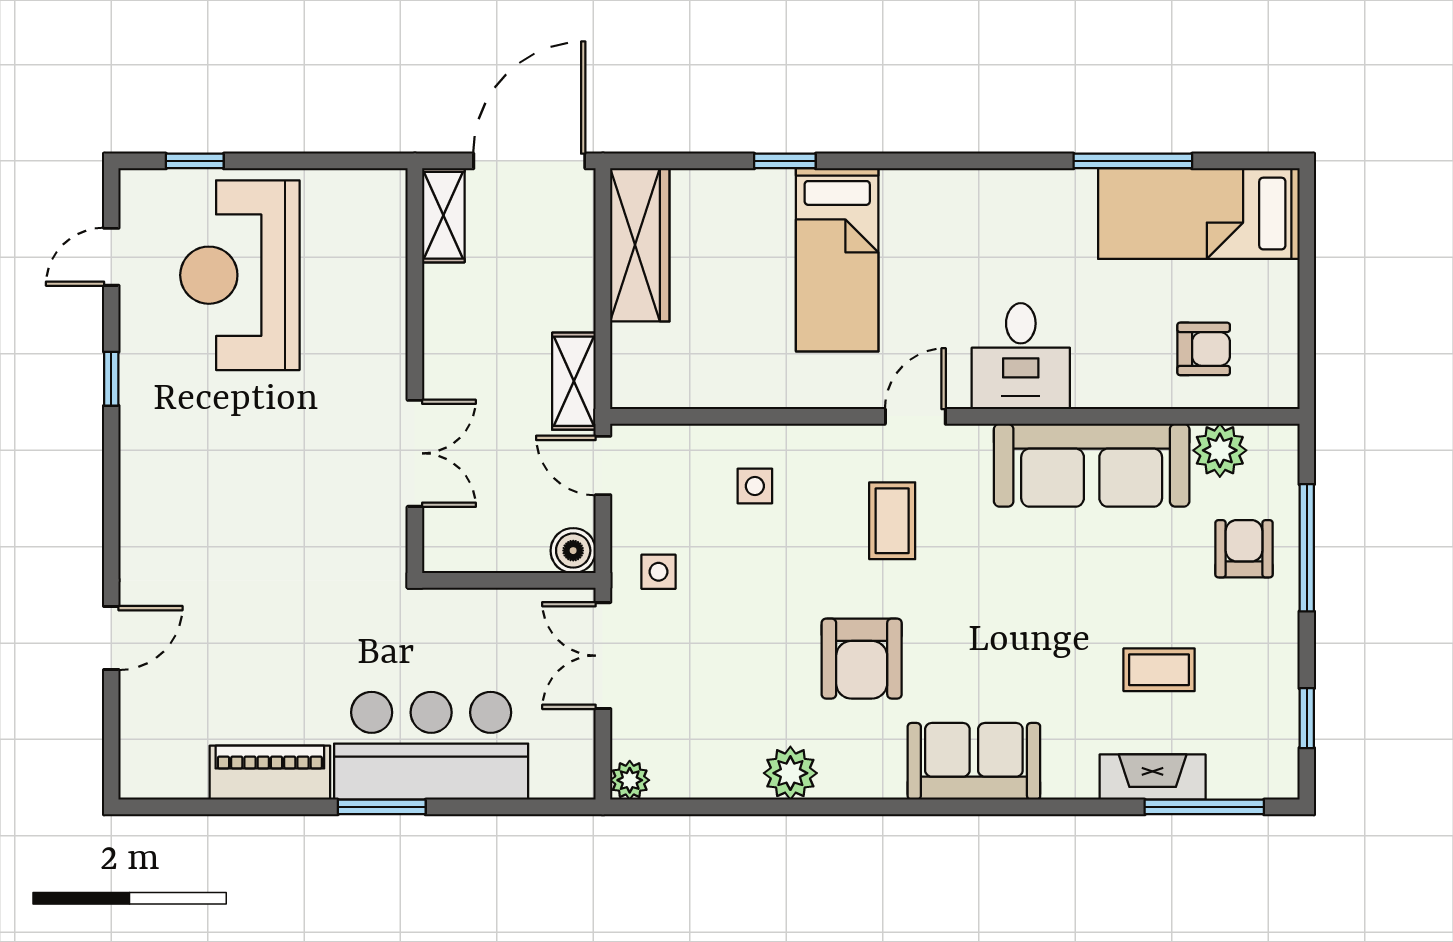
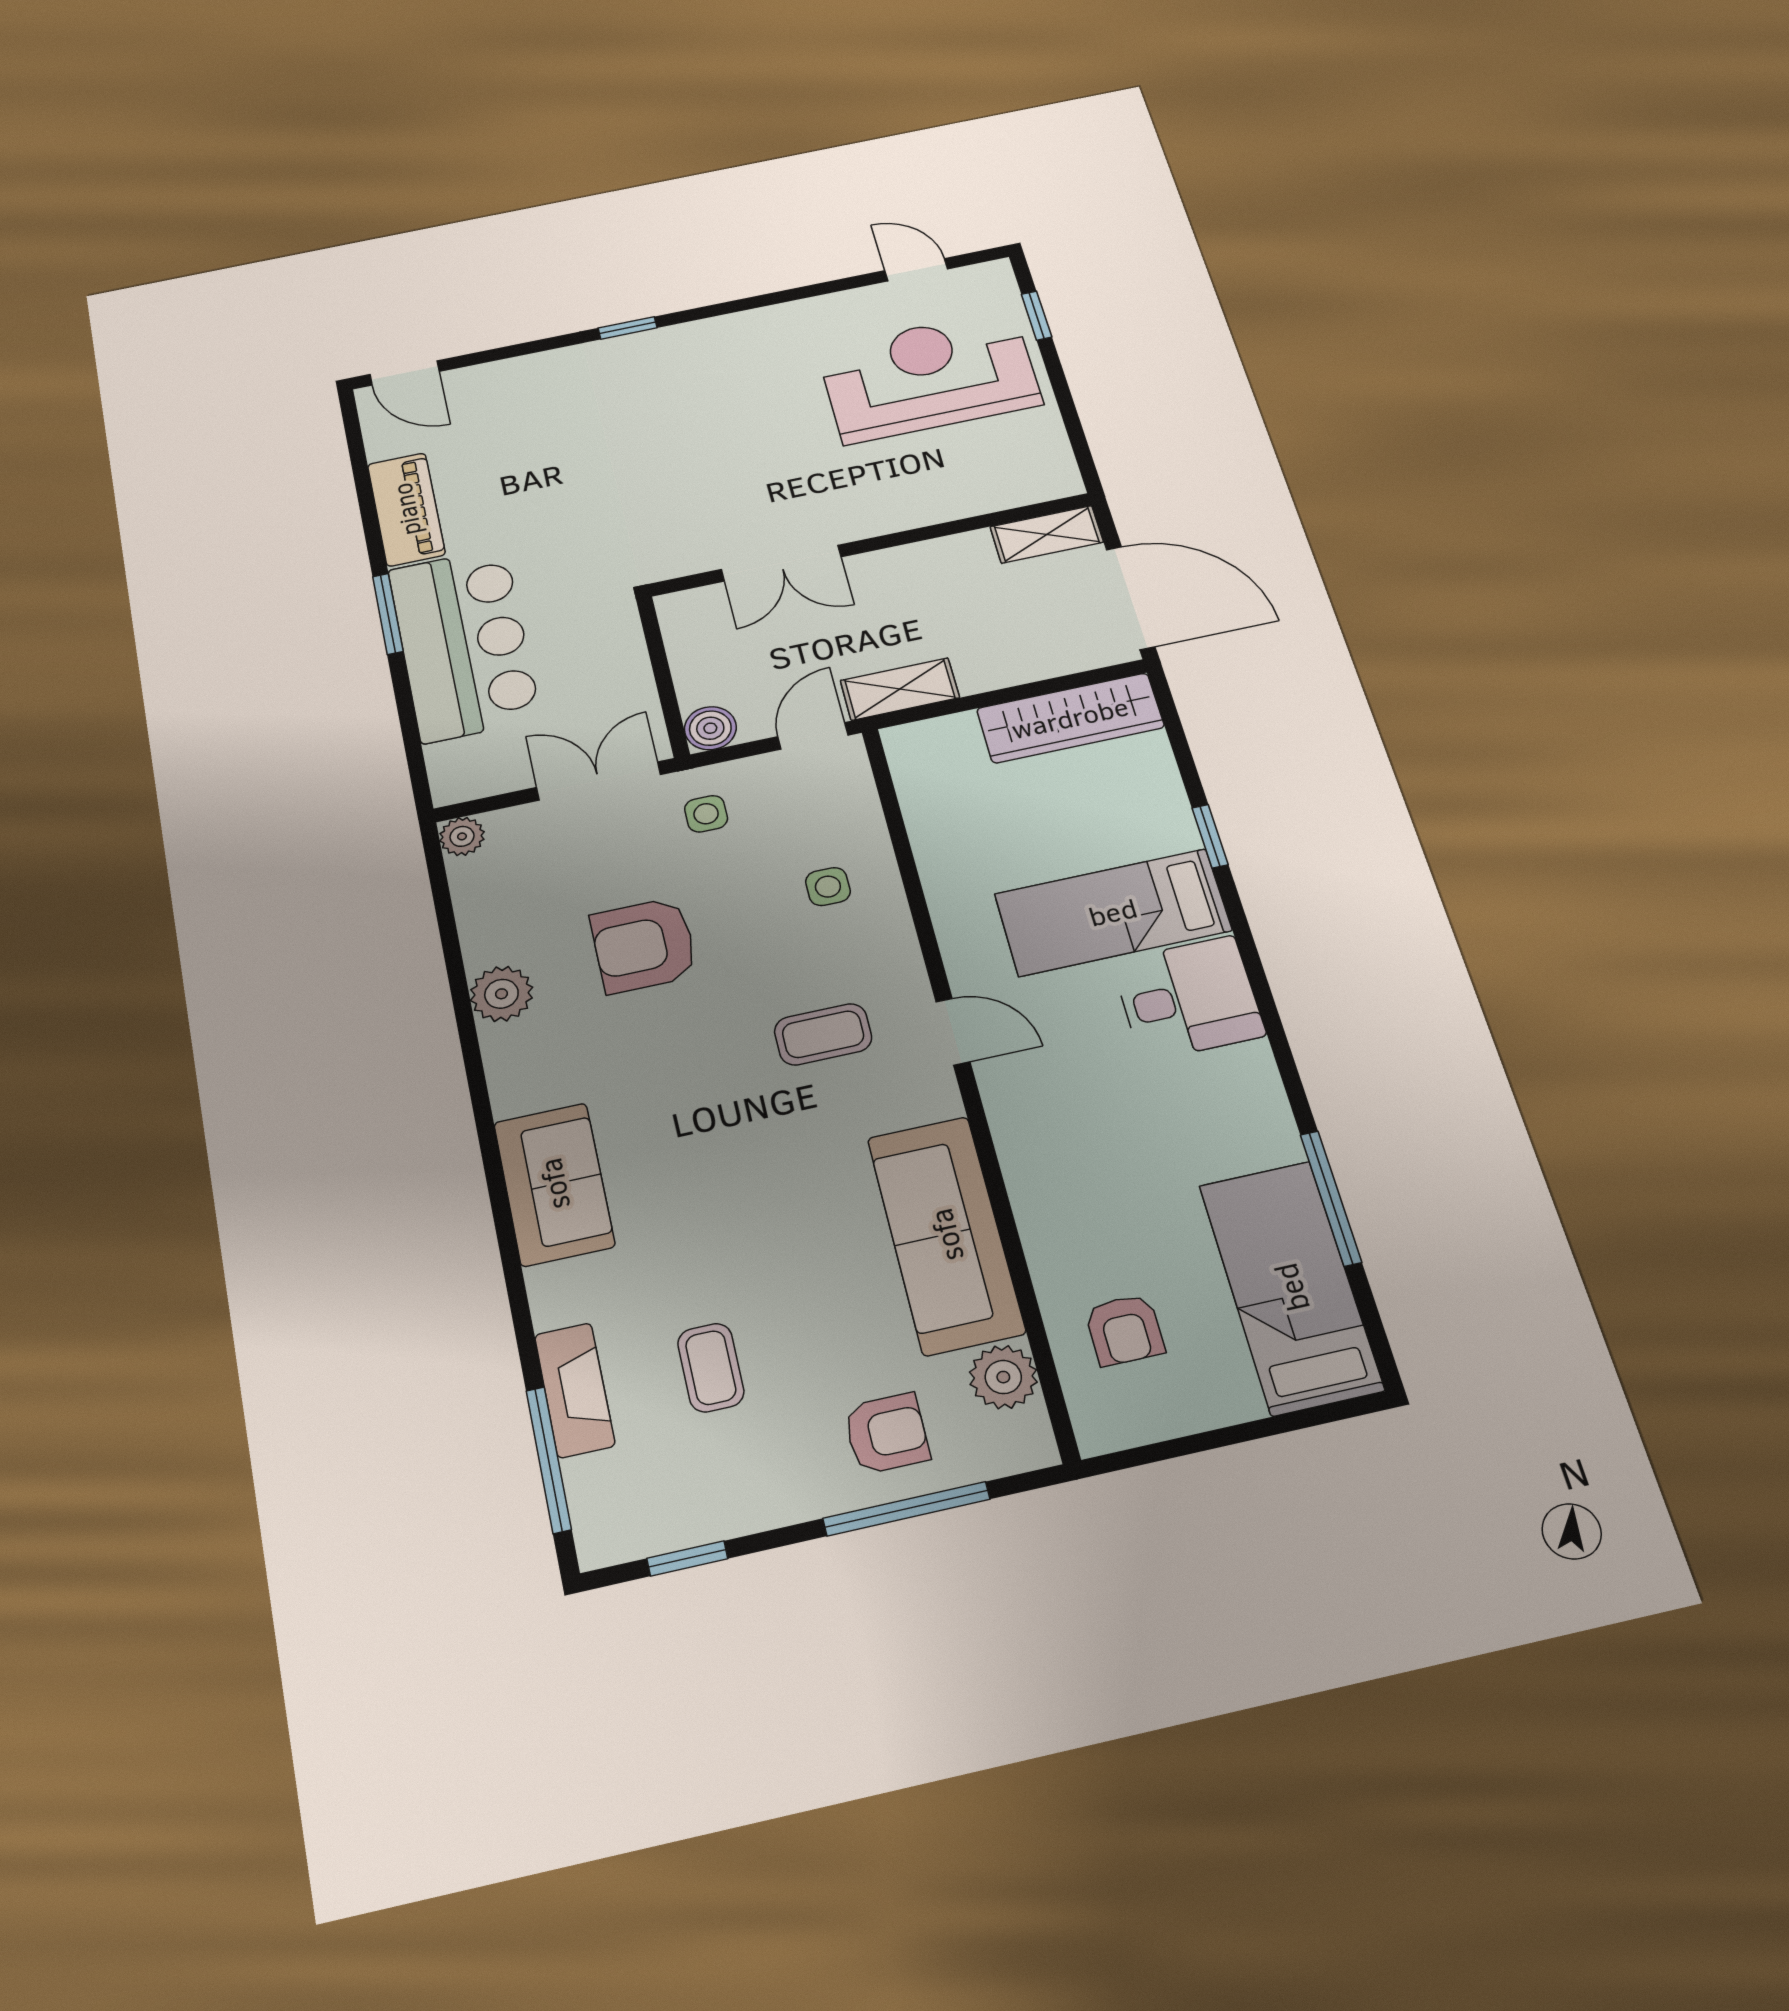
desk: (1021, 356) -> (1188, 998), moved, turned 180
window: (111, 379) -> (628, 328), moved
door: (111, 638) -> (405, 373), moved
armchair: (862, 659) -> (644, 945), moved

